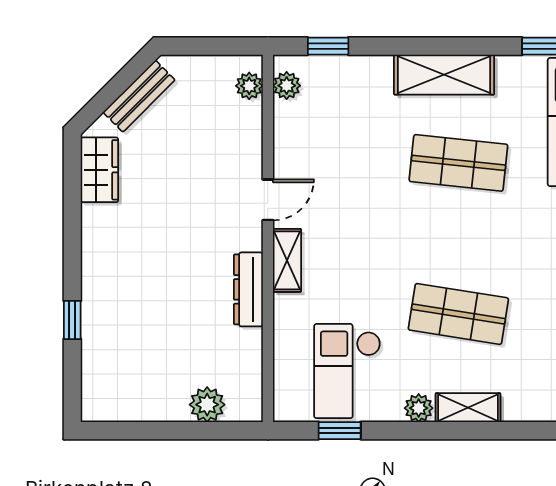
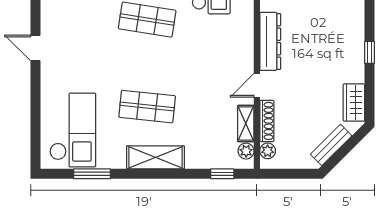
shoe rack: (251, 138) -> (267, 121), added
shelving: (287, 260) -> (246, 123), moved
dresser: (248, 289) -> (270, 41), width x1.37, depth x1.24
window: (72, 320) -> (370, 52), moved

